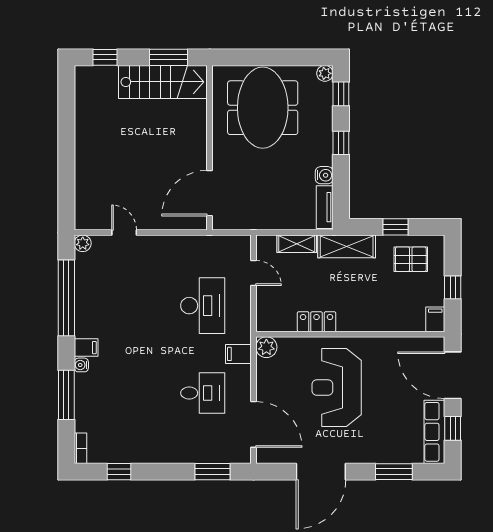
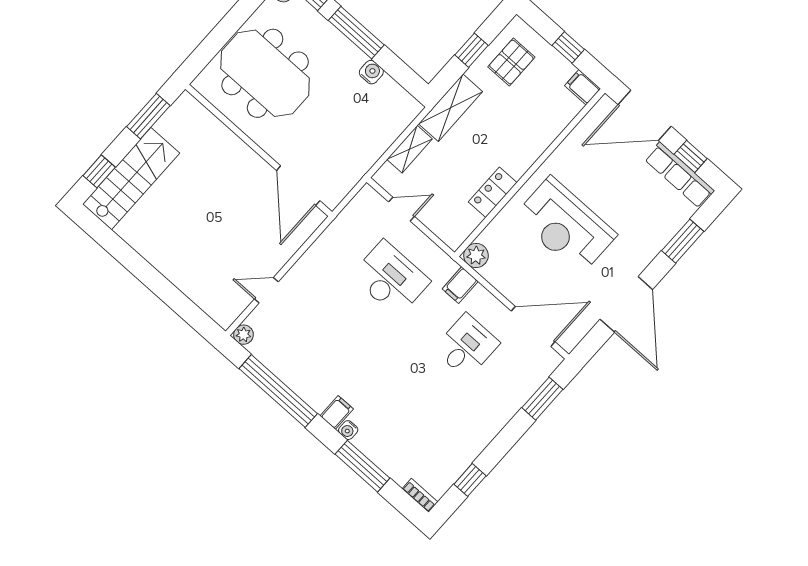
stairs: (163, 82) -> (131, 179), moved
window: (341, 143) -> (356, 33), width x2.17
tv unit: (325, 207) -> (399, 96), removed

